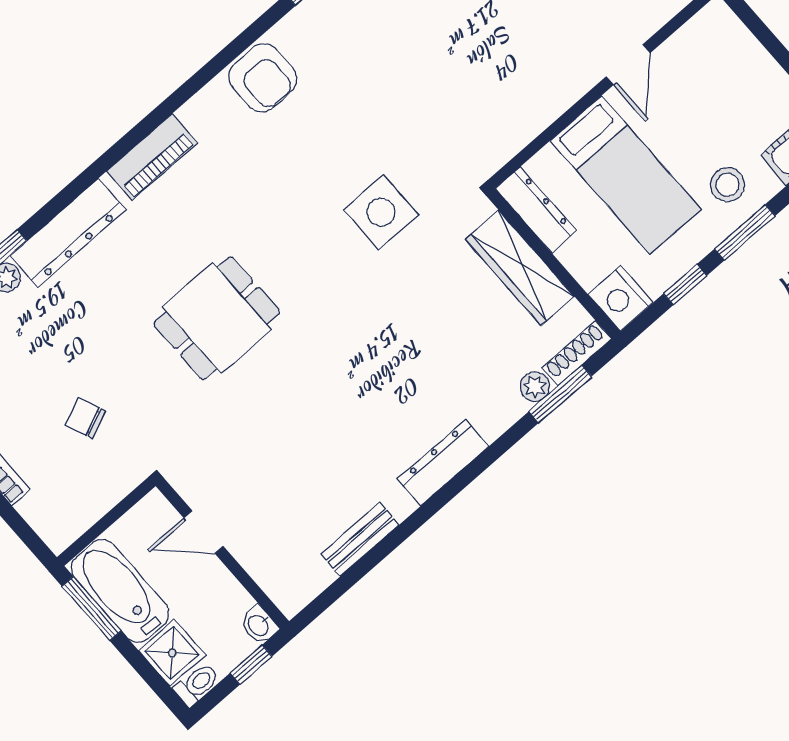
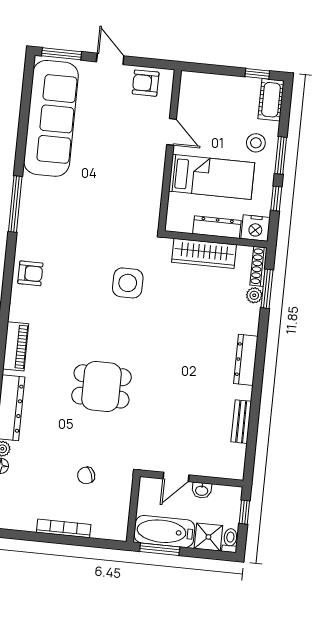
armchair: (263, 78) -> (30, 273), width x0.72, depth x0.72
dresser: (536, 210) -> (217, 227), moved
dining table: (217, 318) -> (102, 386), turned 90
washbasin: (259, 625) -> (202, 490), moved

